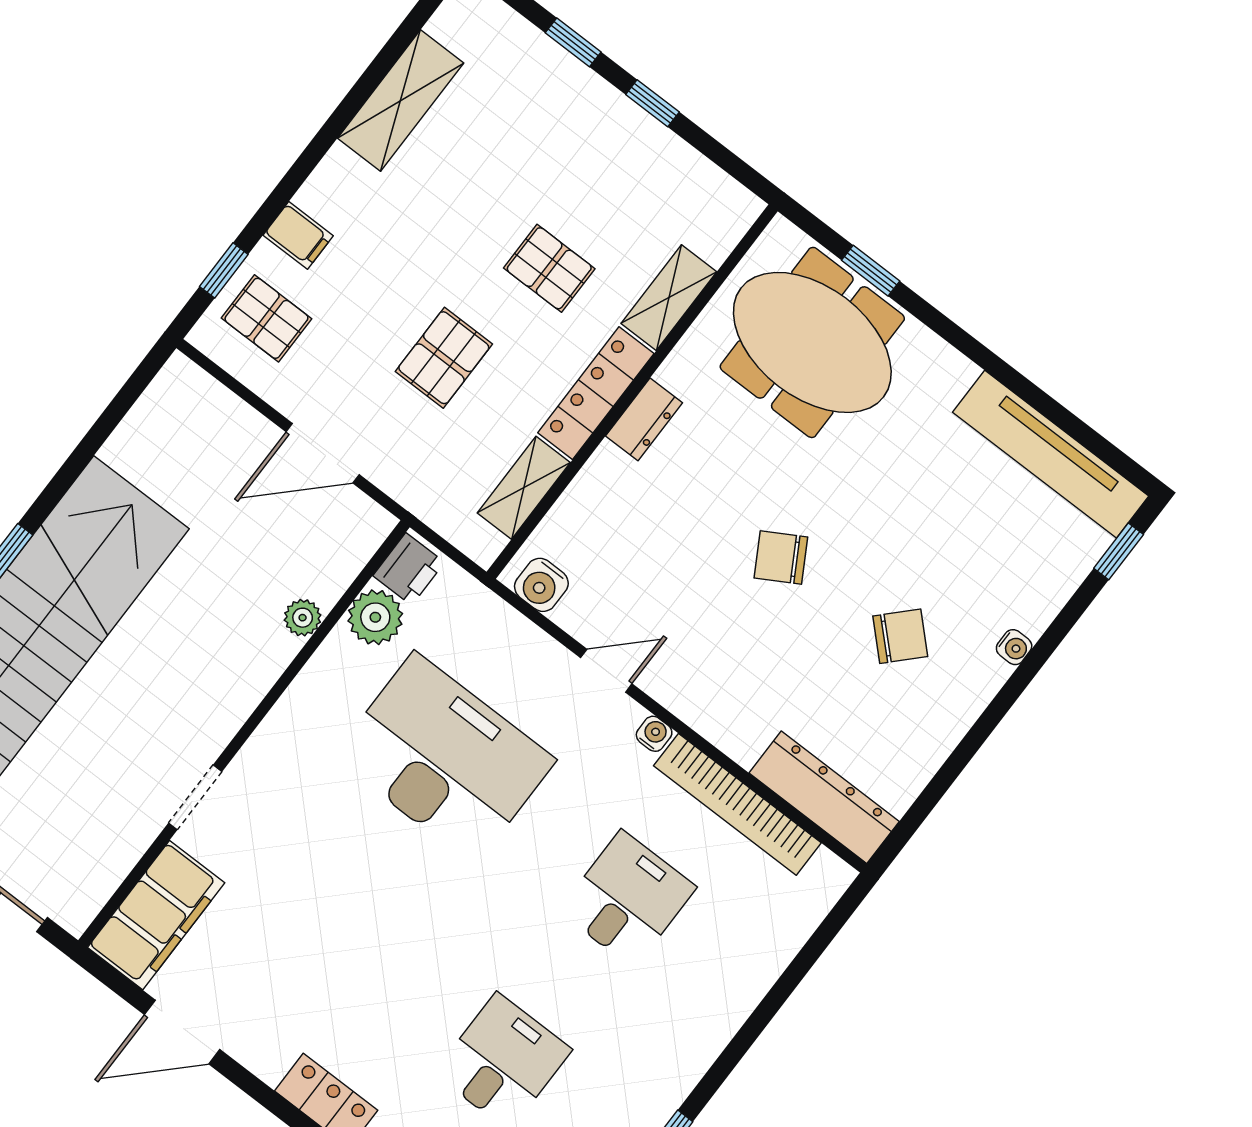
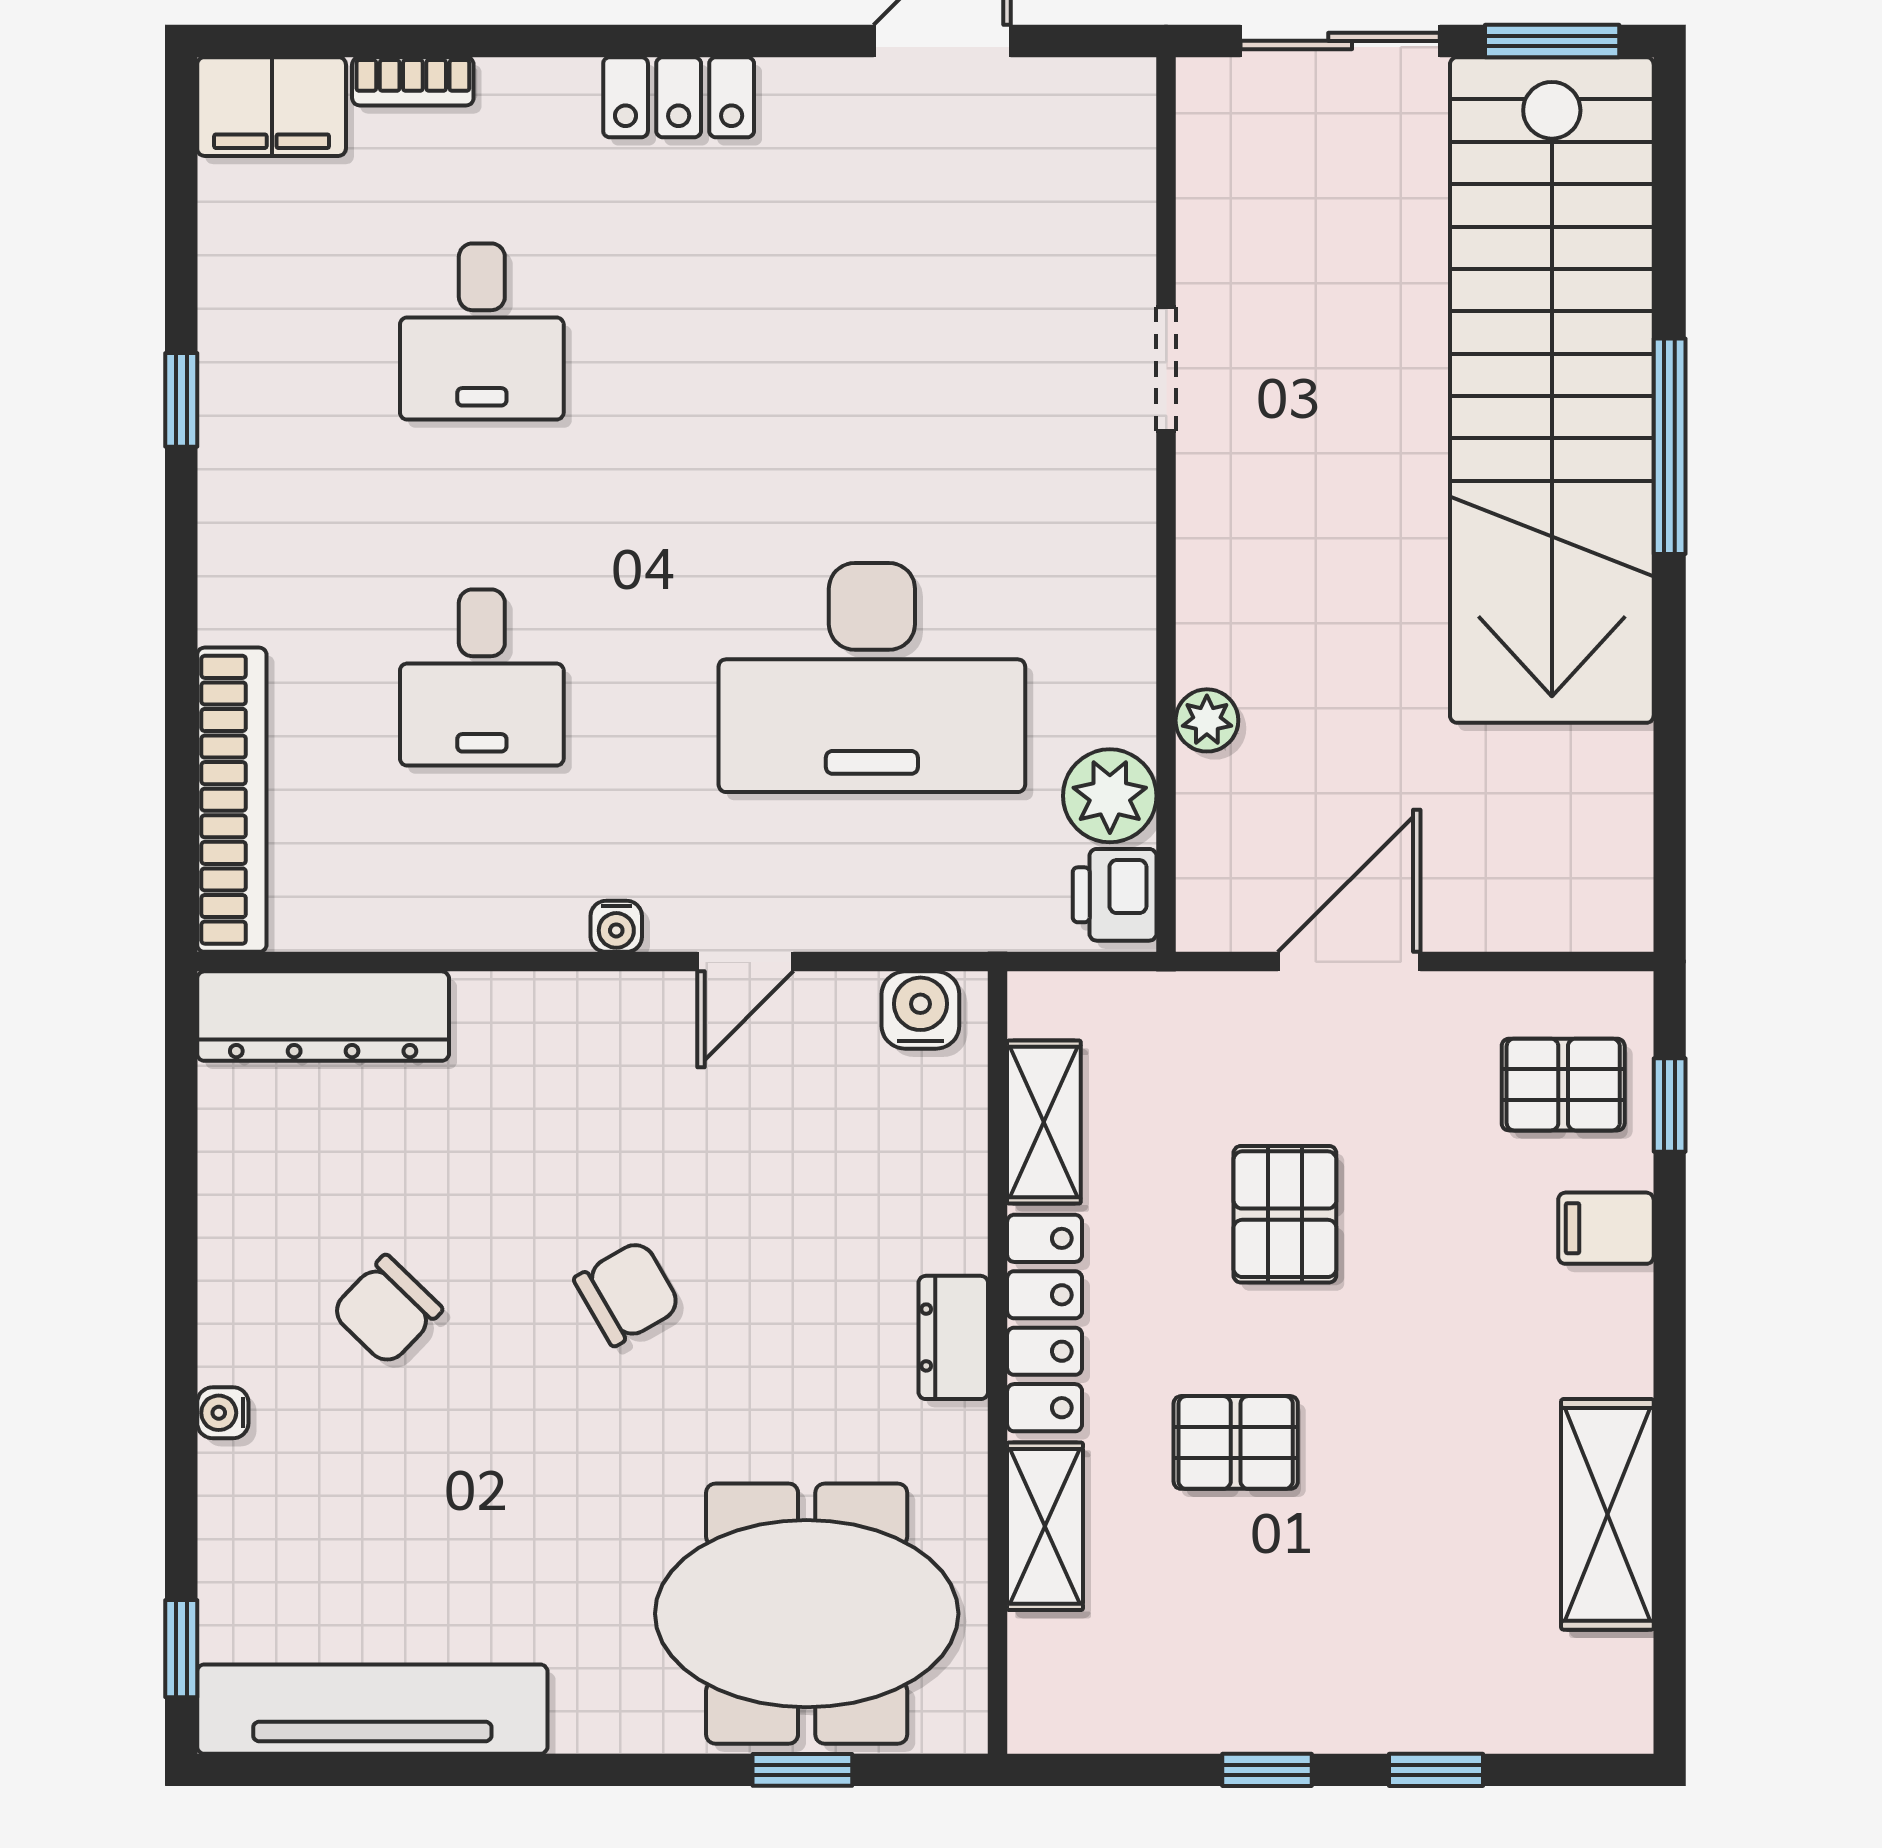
bookcase: (737, 804) -> (232, 800), moved, turned 90
filing cabinet: (156, 915) -> (1097, 171), removed

